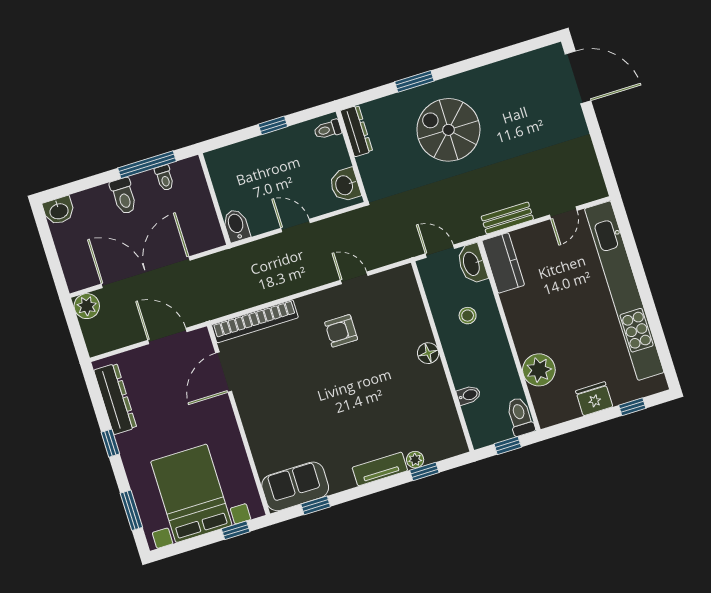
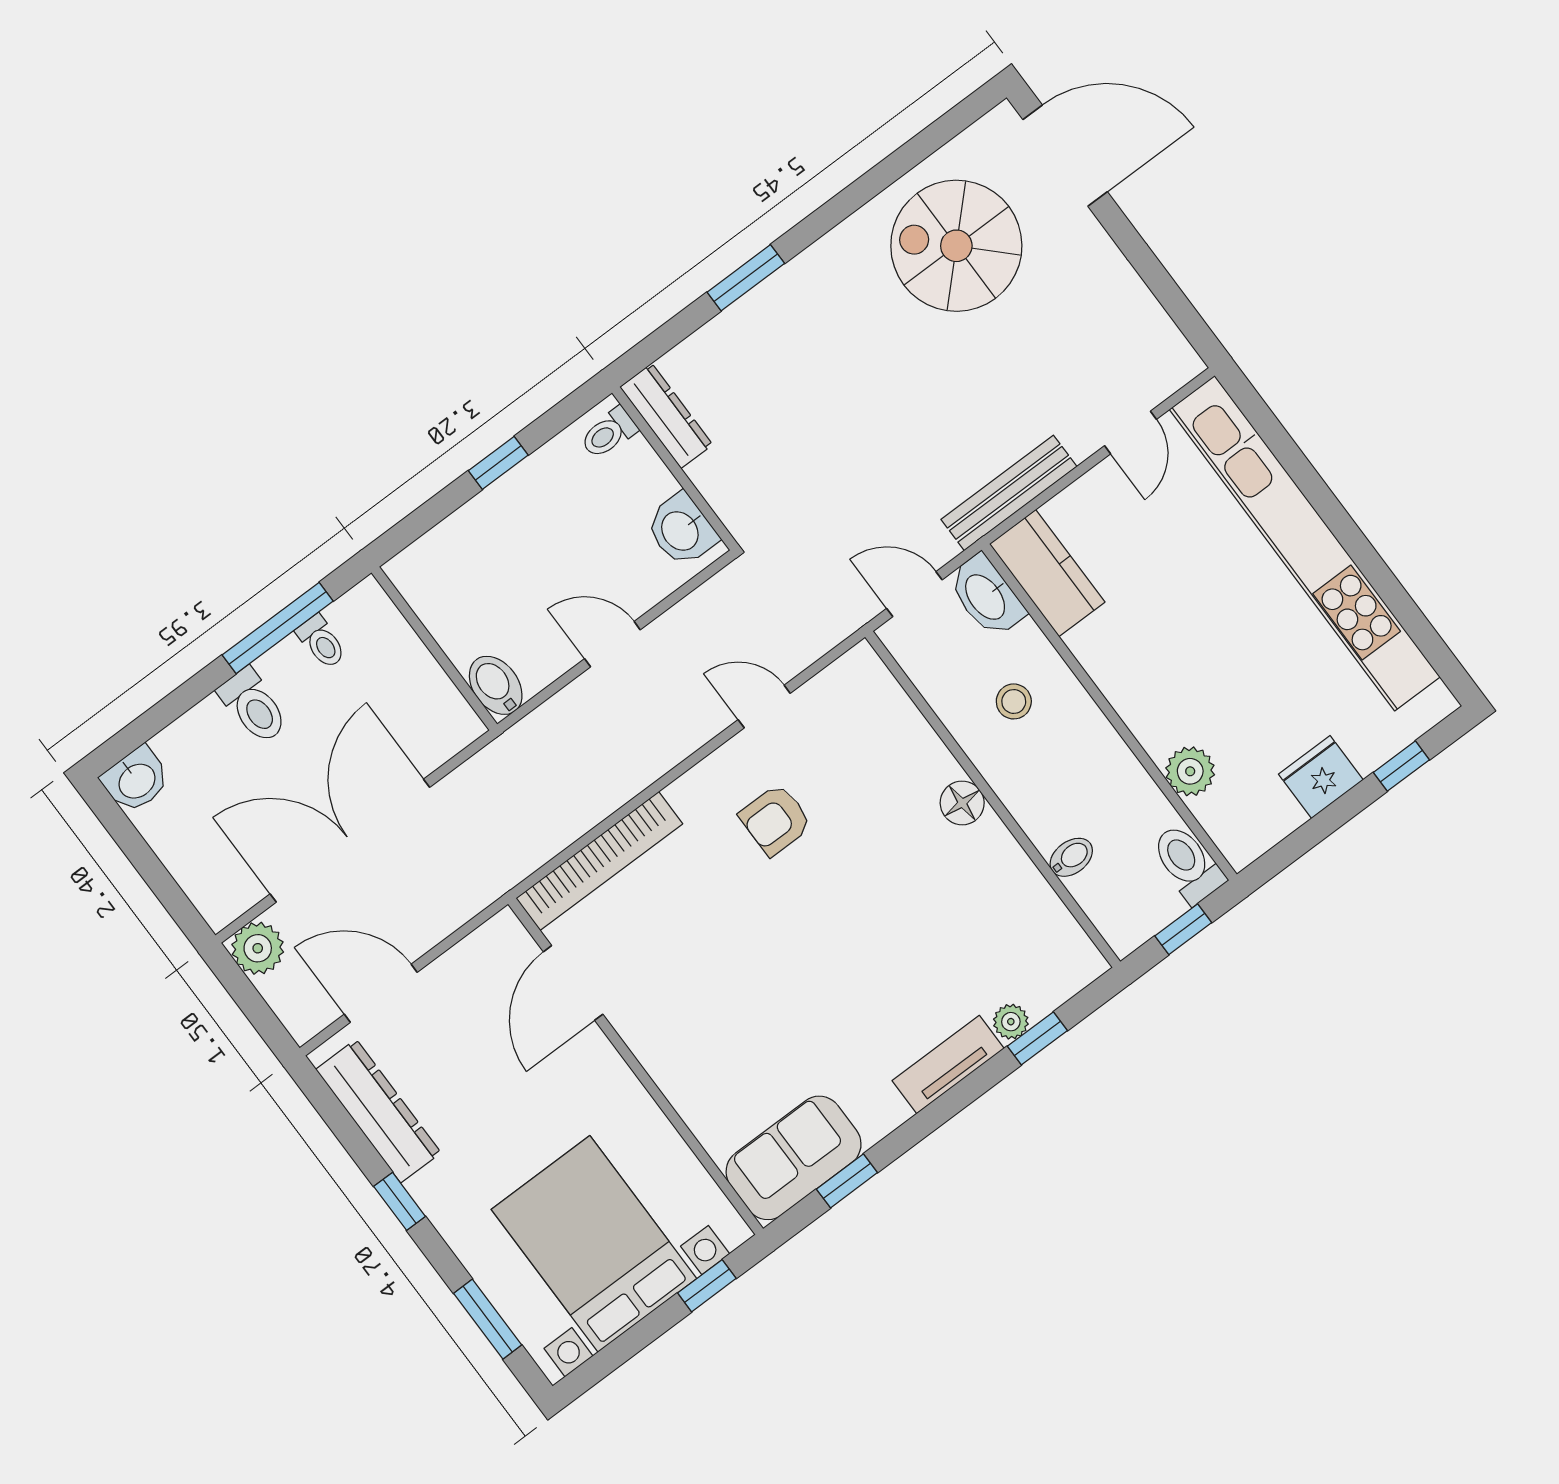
spiral stairs: (448, 130) -> (956, 246), moved
bench: (507, 218) -> (1009, 493), width x1.36
door: (167, 336) -> (381, 993), moved
plant: (539, 370) -> (1190, 771), width x0.73, depth x0.73

